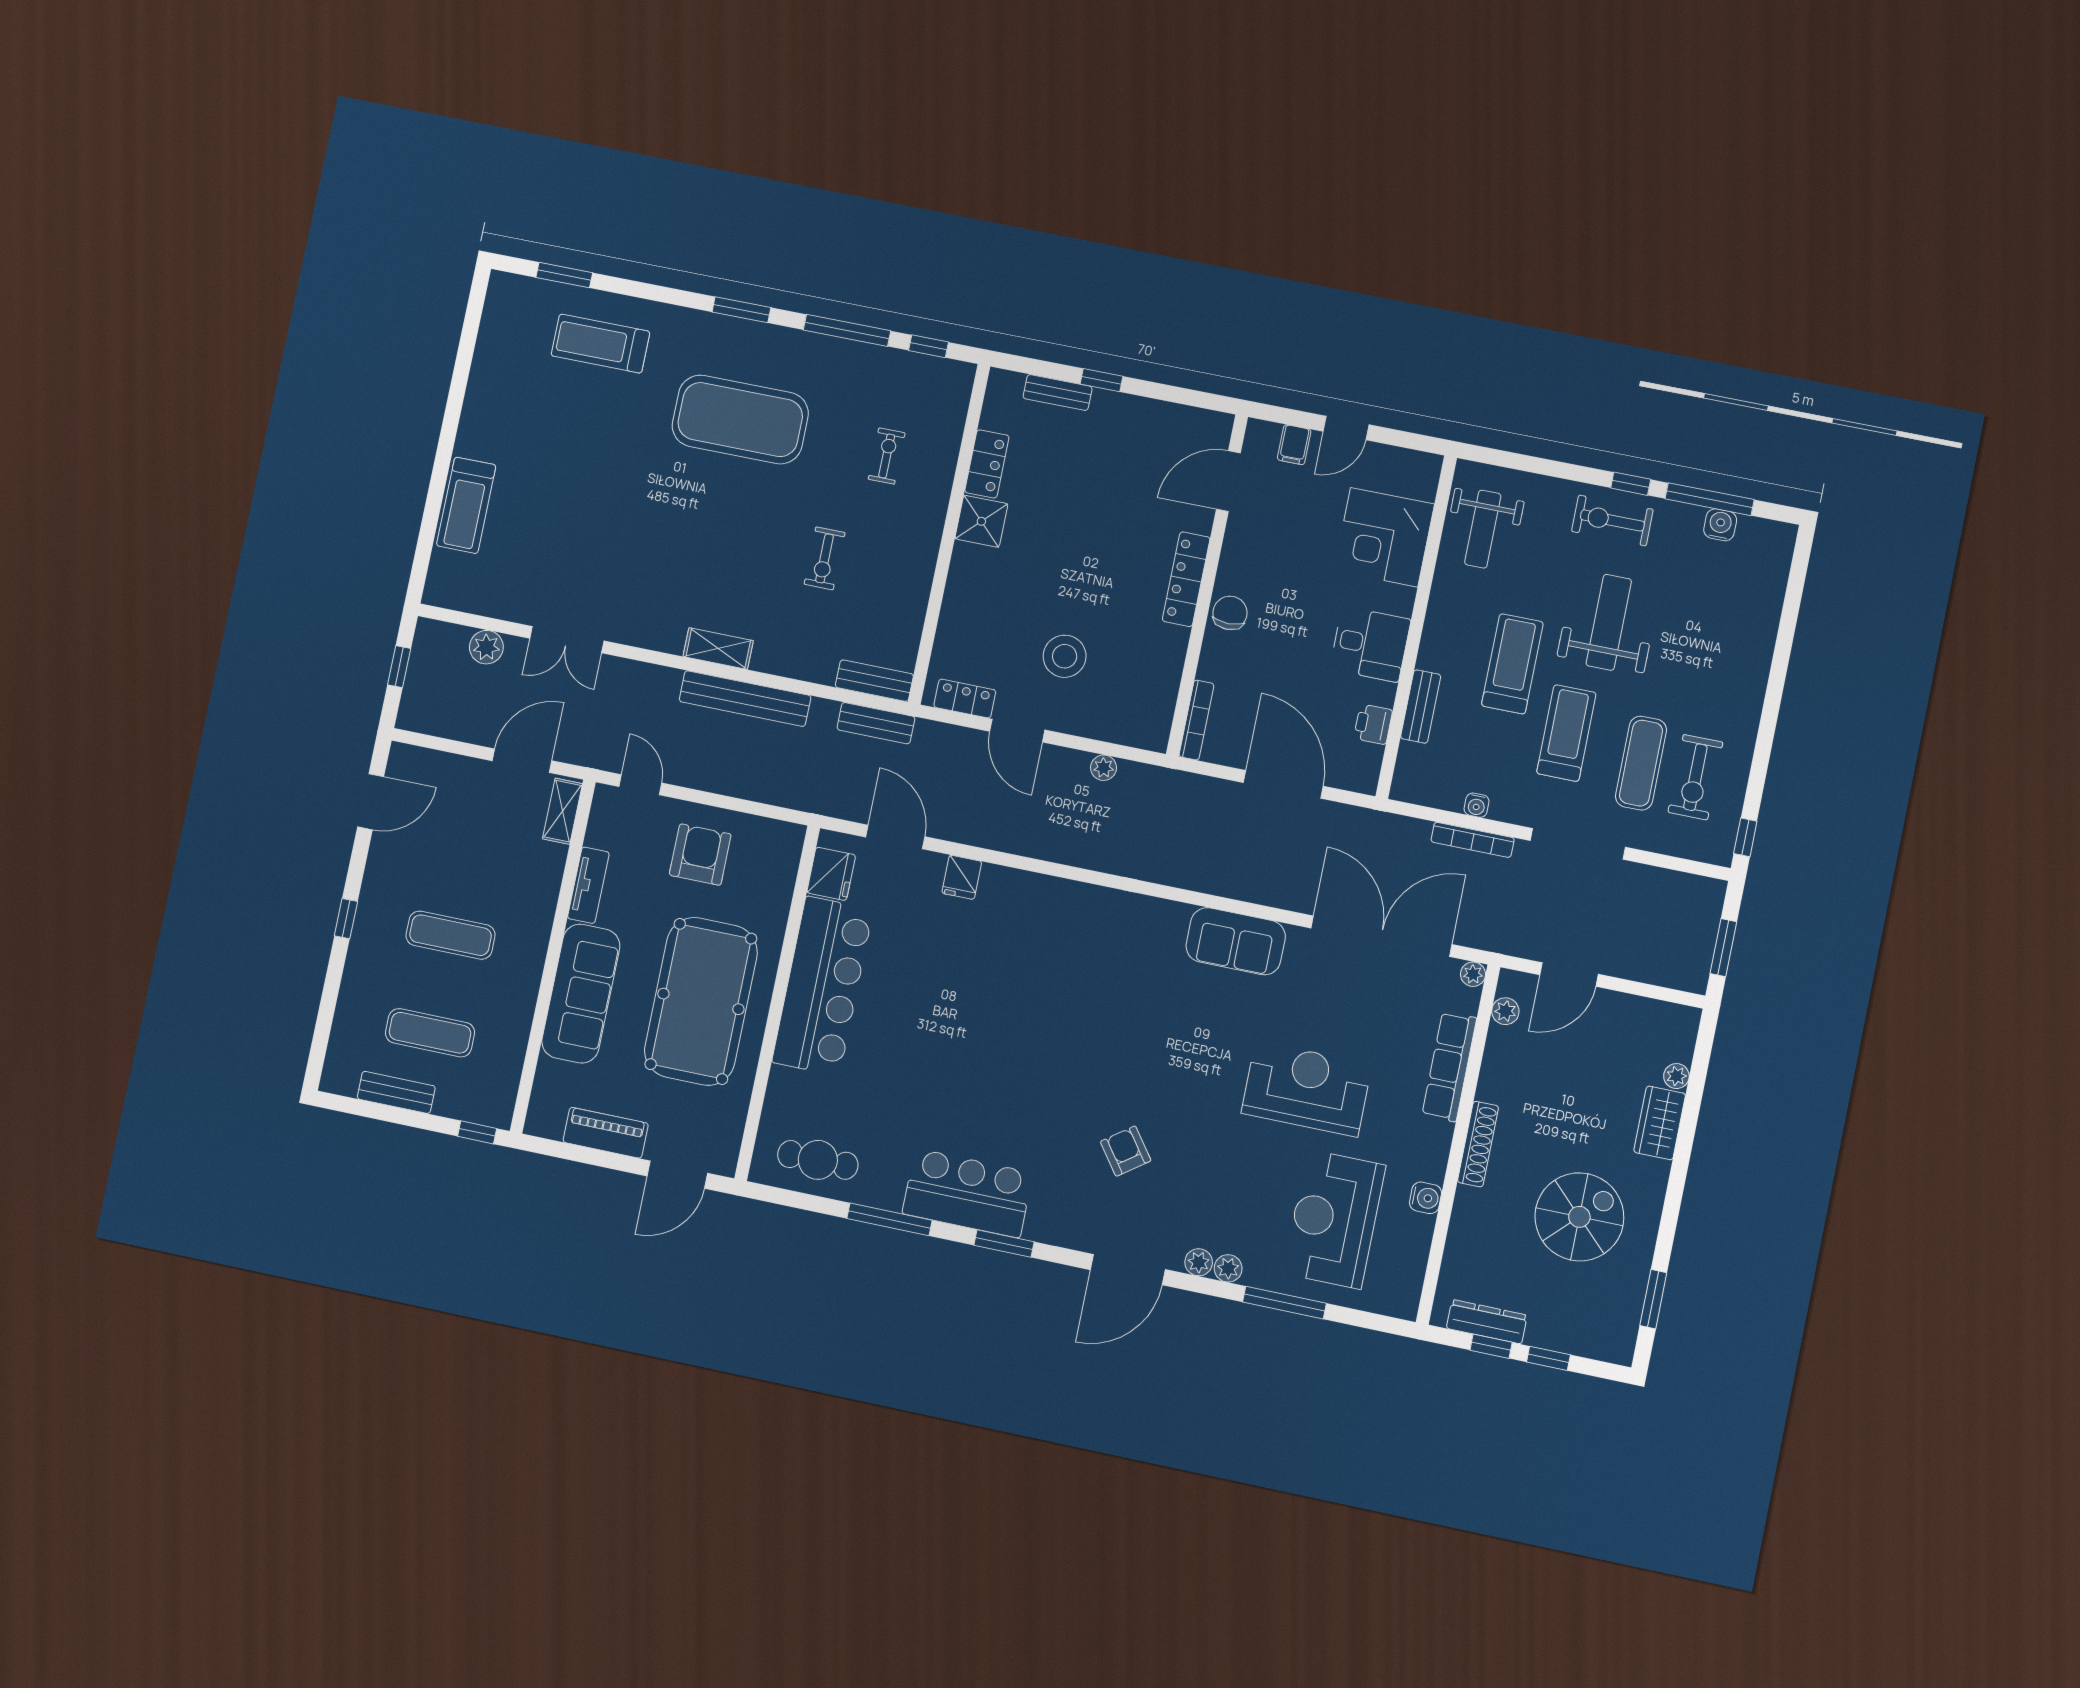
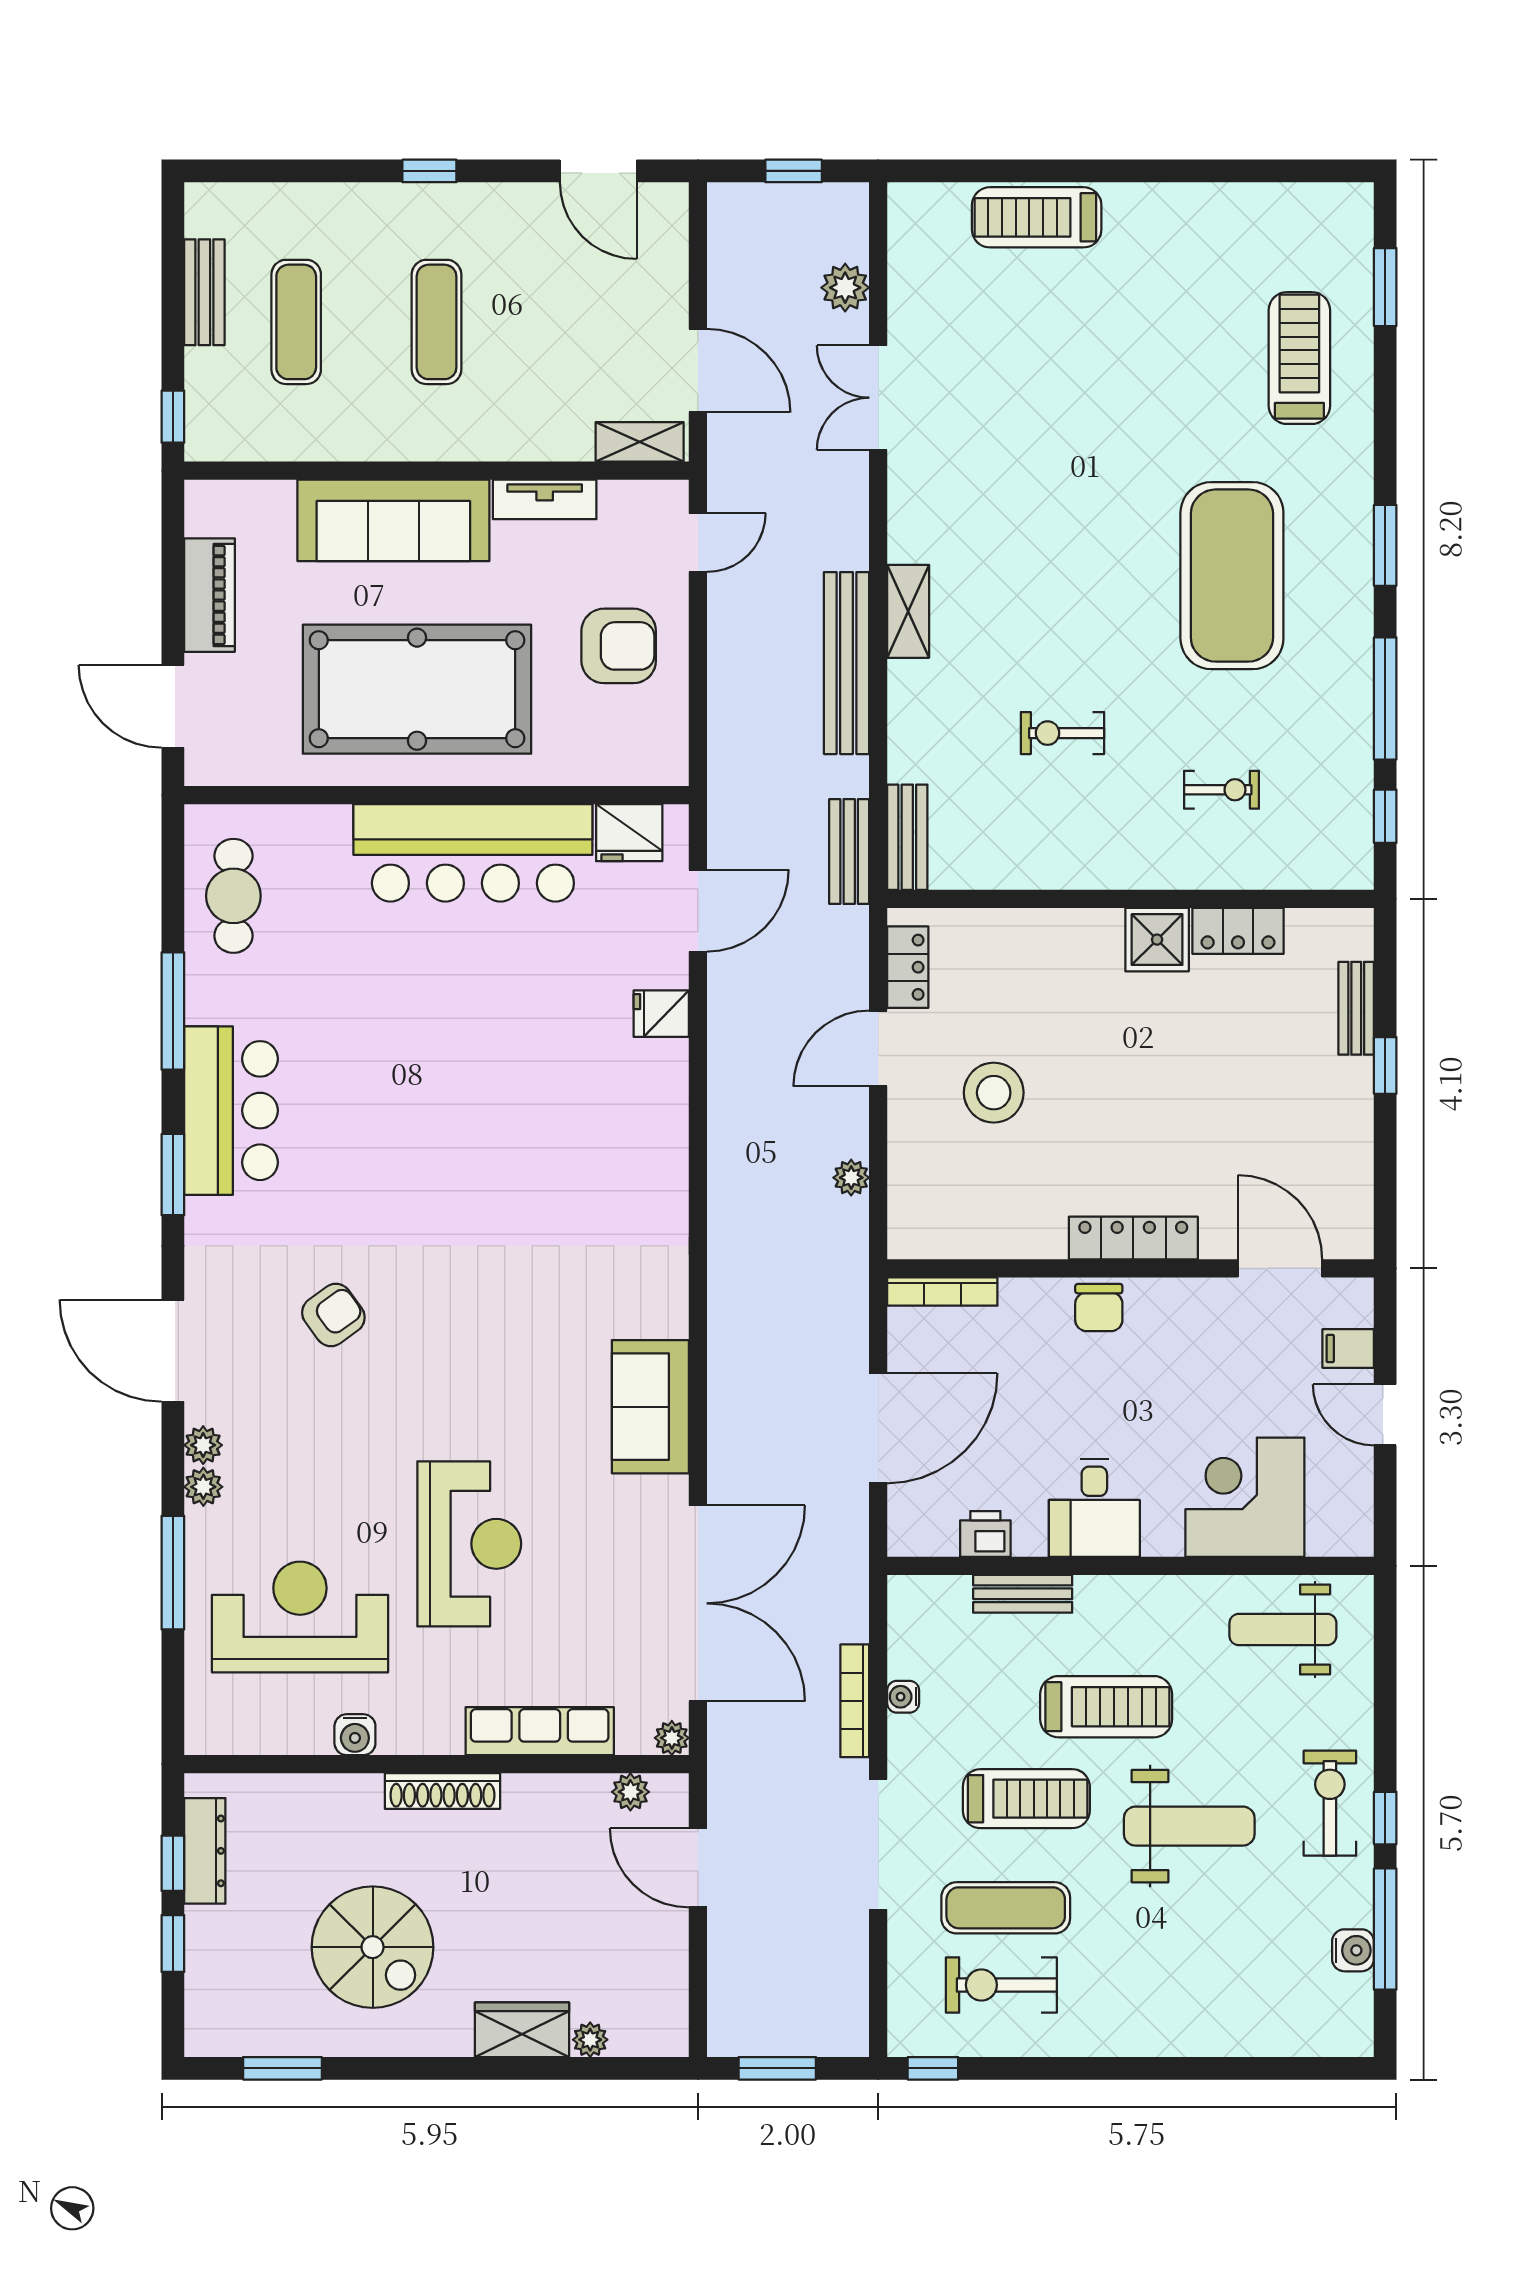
chair: (1230, 613) -> (1099, 1308), turned 90

